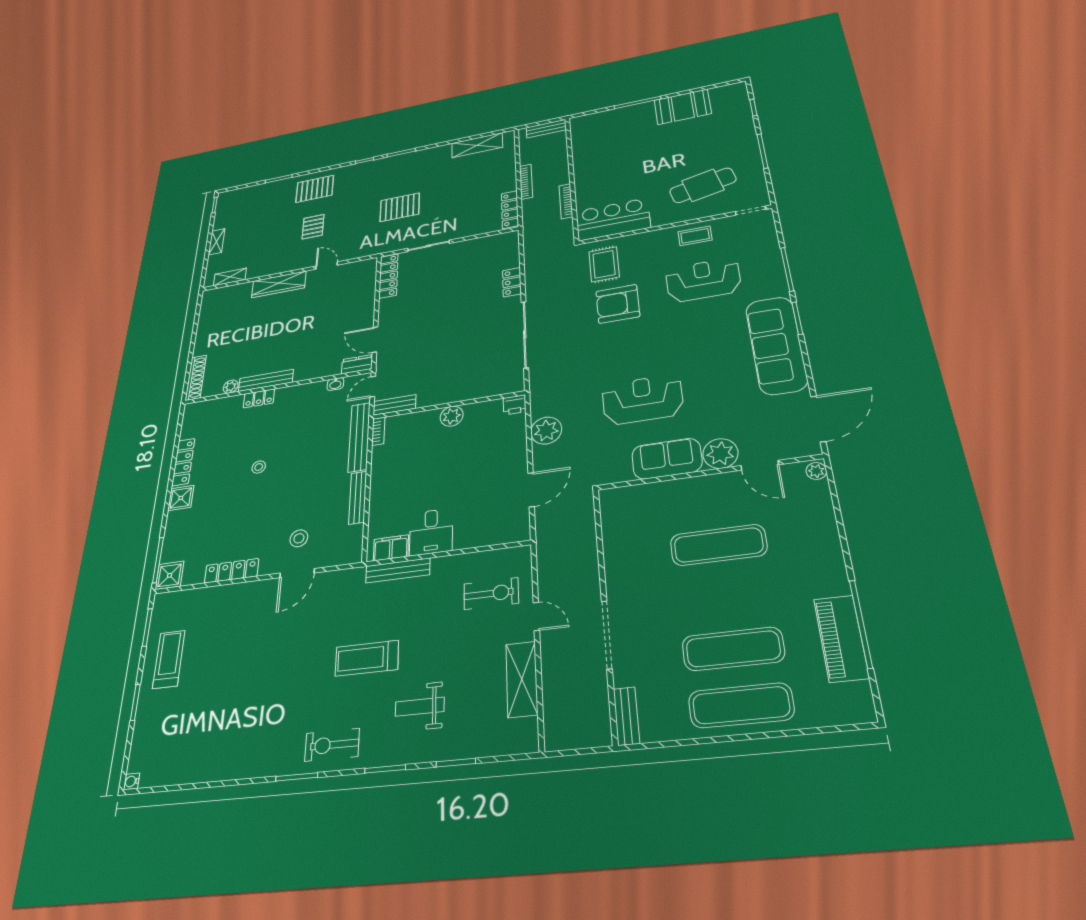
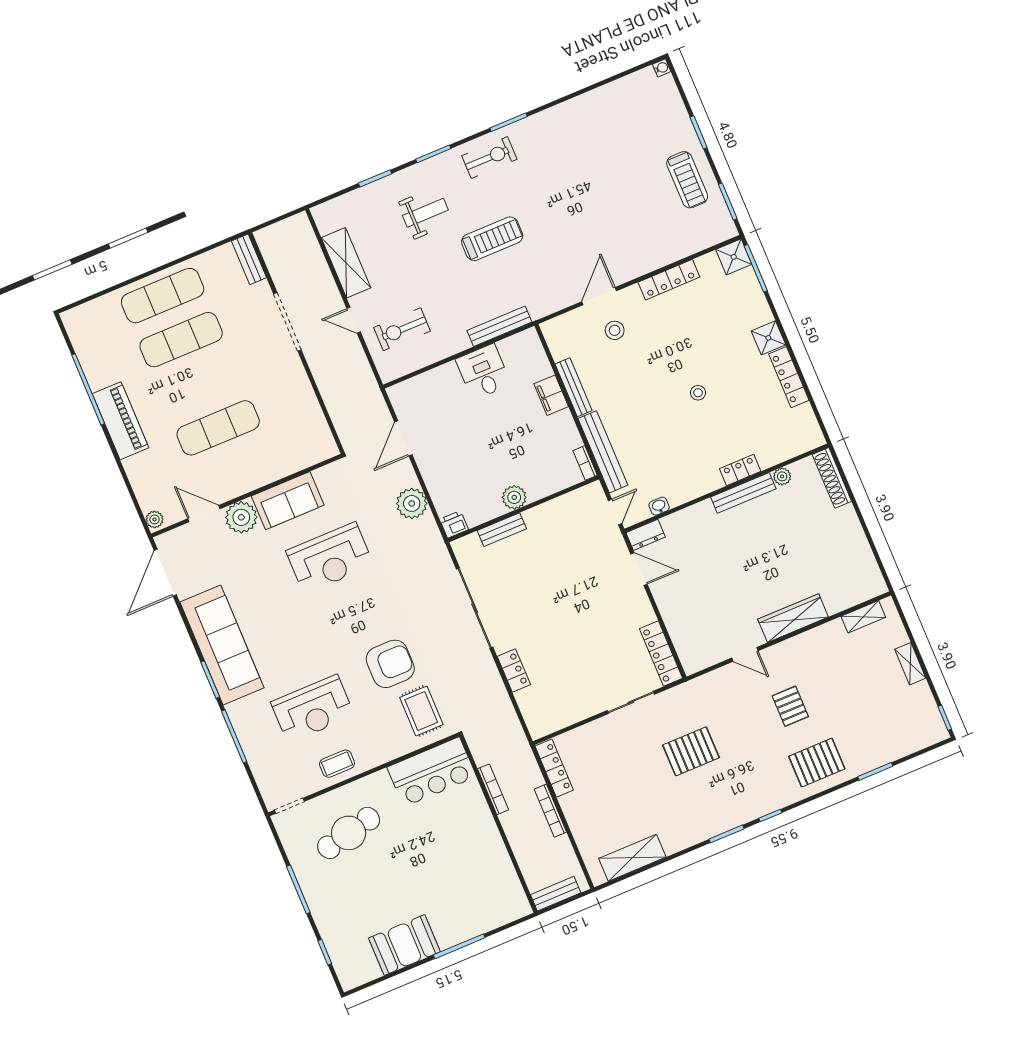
bench: (394, 405) -> (502, 530), moved
filing cabinet: (391, 548) -> (551, 395), moved, turned 90
piano: (841, 638) -> (120, 421), moved

